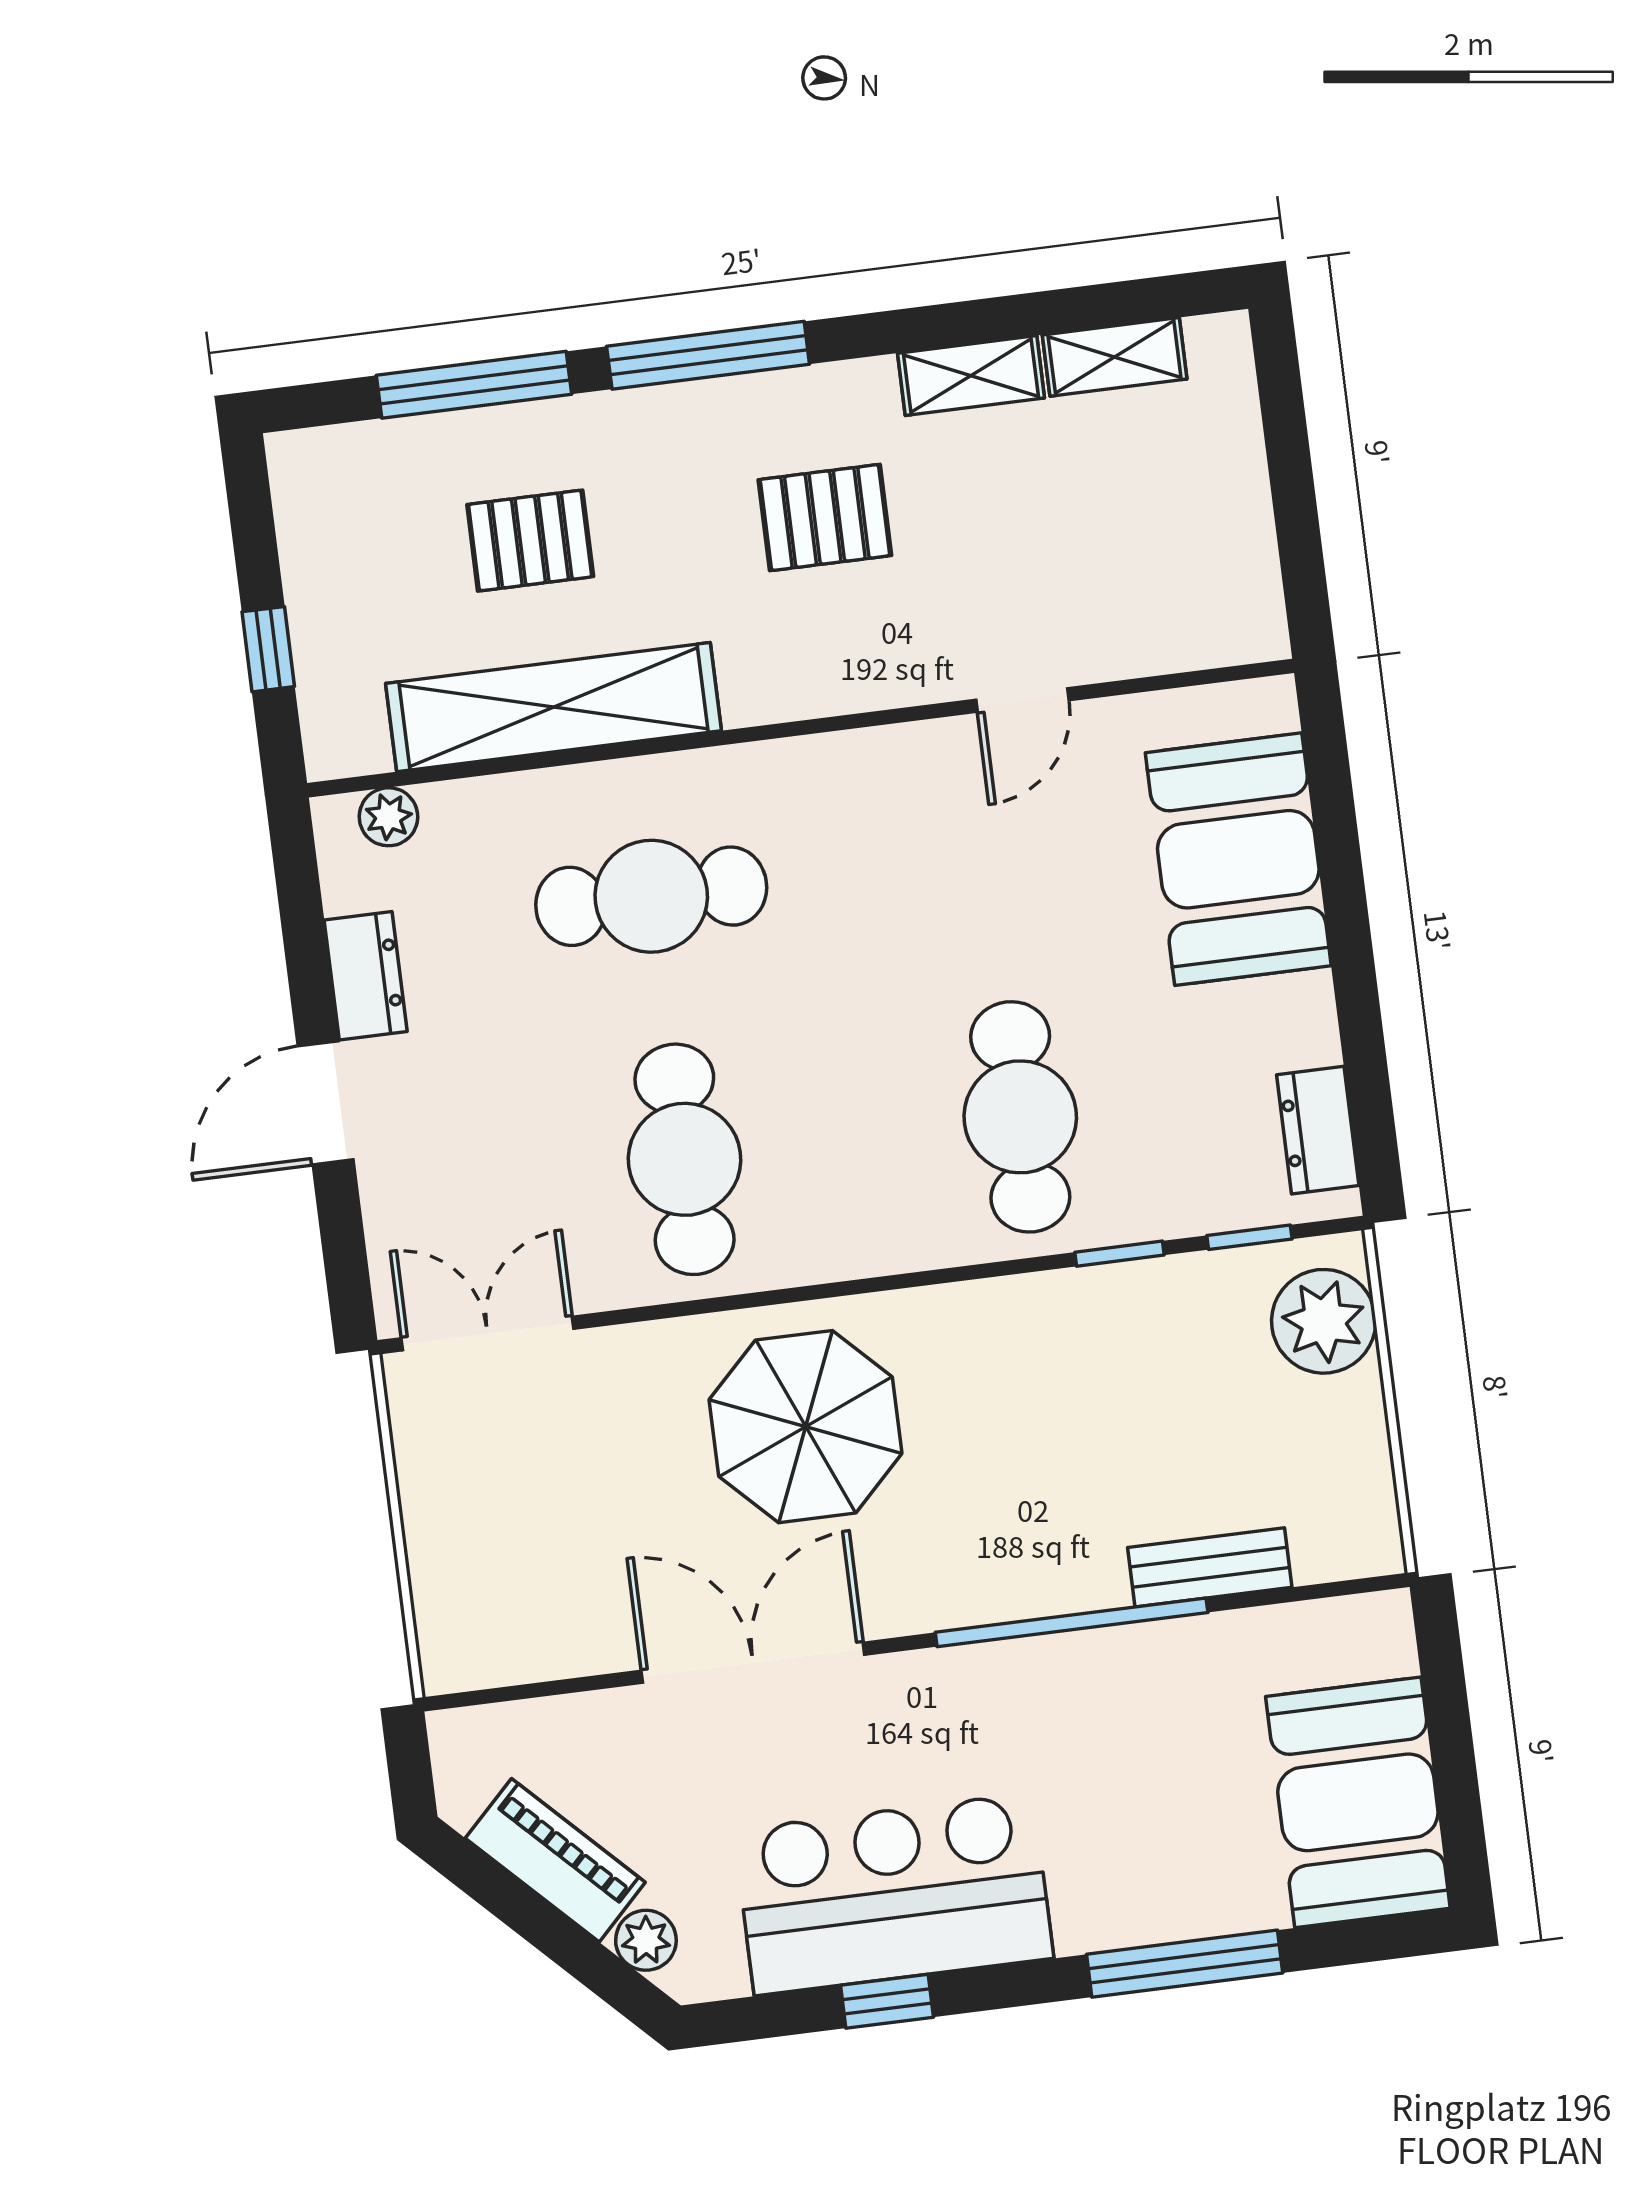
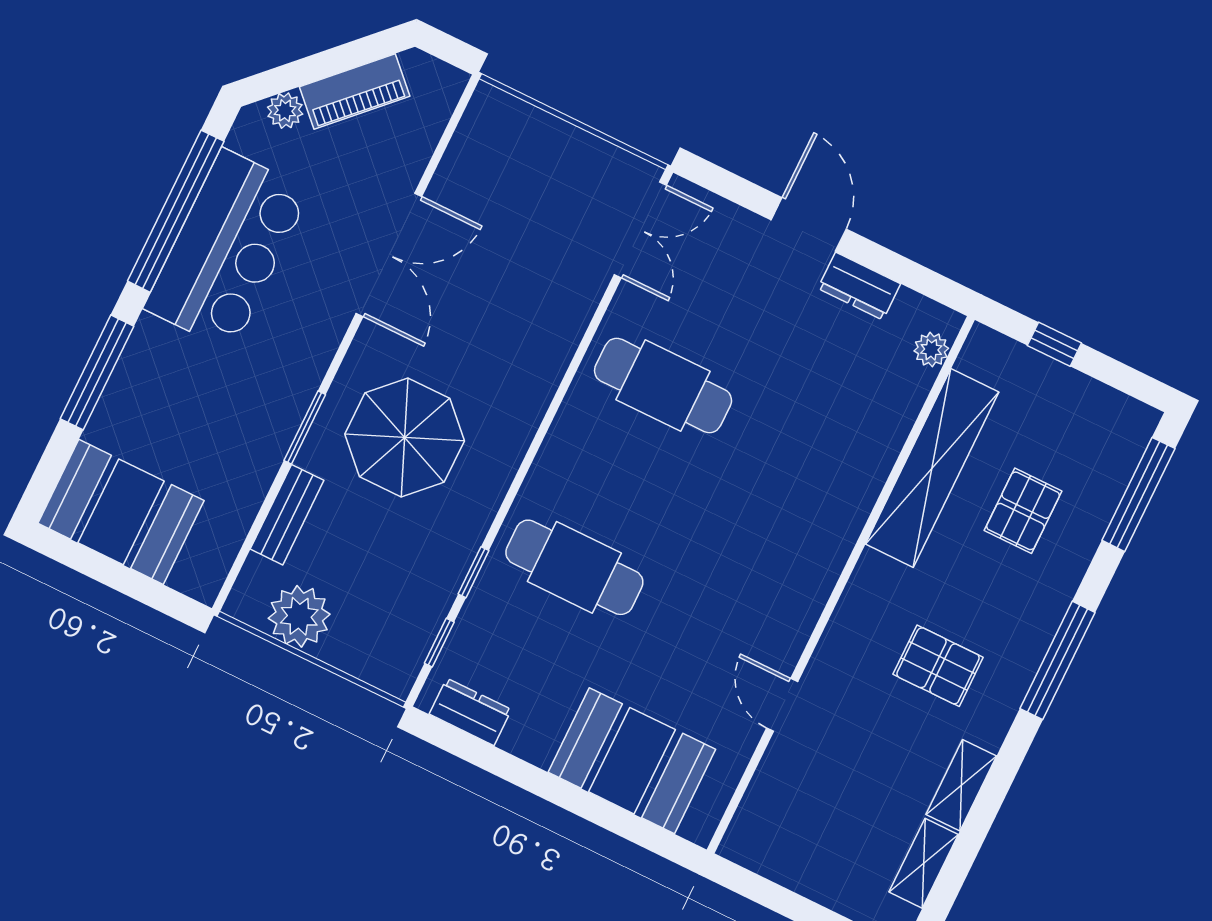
window: (474, 385) -> (1138, 494), moved
pallet: (825, 518) -> (938, 666), turned 90
cafe table: (651, 896) -> (806, 455), removed
plant: (1324, 1321) -> (299, 616), moved
parasol: (806, 1427) -> (405, 437), moved
window: (1072, 1622) -> (305, 428), width x0.47
window: (887, 2001) -> (176, 211), width x3.17

